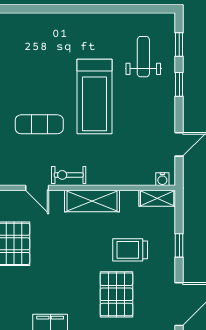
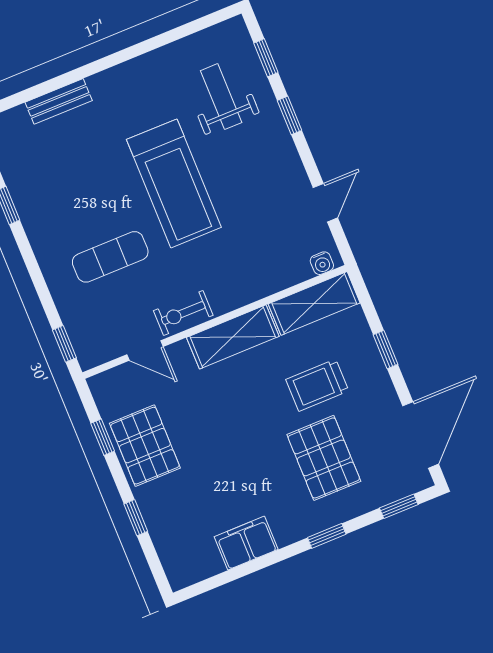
bench: (46, 20) -> (59, 101), added
shelving: (157, 198) -> (314, 303), width x1.50, depth x1.33

